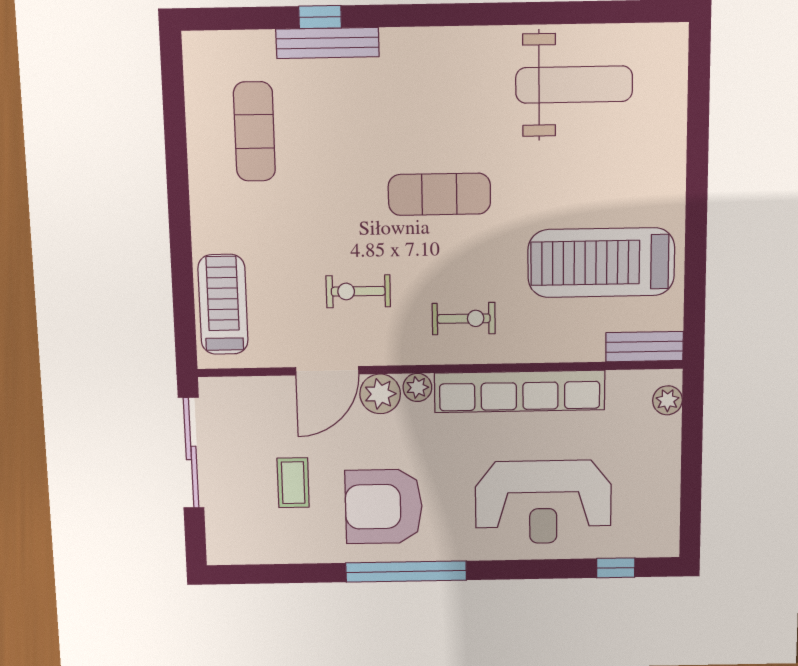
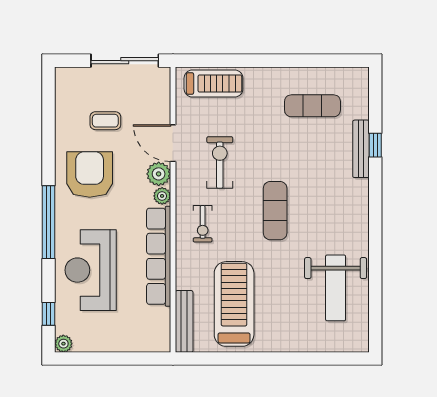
exercise bike: (358, 291) -> (220, 163), width x1.38, depth x1.39
bench: (645, 347) -> (184, 321), width x1.36
plant: (667, 400) -> (63, 344), moved
window: (406, 572) -> (49, 222), moved

